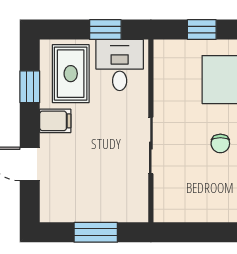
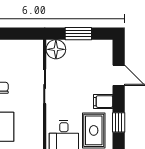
floor lamp: (133, 207) -> (56, 49), added

